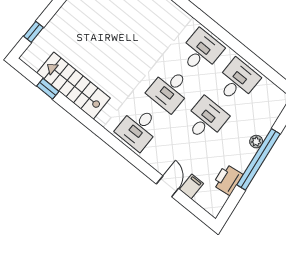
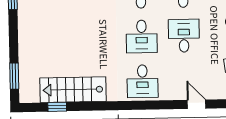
window: (34, 32) -> (14, 76), width x1.50
filing cabinet: (191, 186) -> (213, 90), removed

